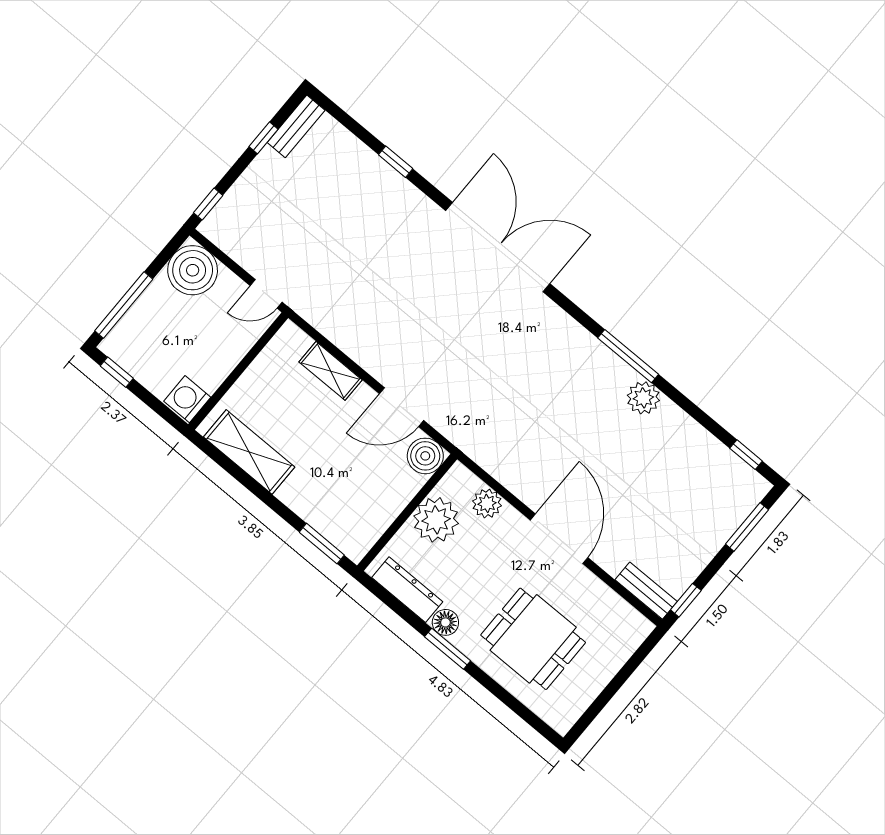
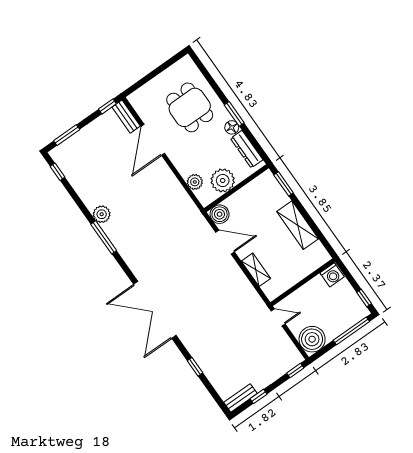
shelving: (249, 452) -> (298, 225), moved
door: (559, 539) -> (153, 140), moved

